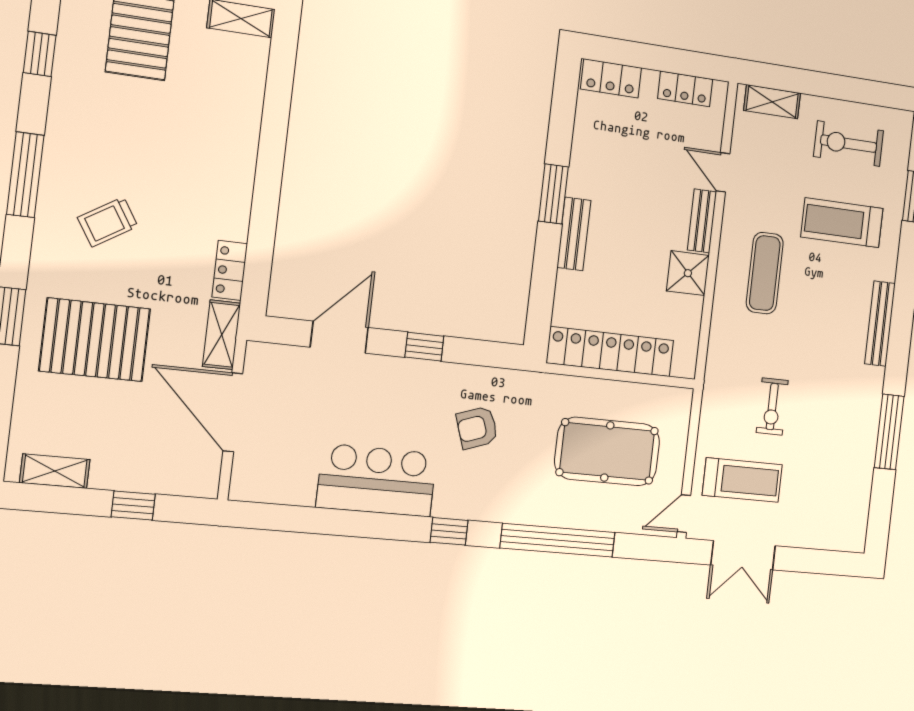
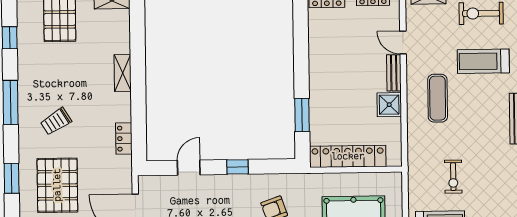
window: (553, 194) -> (302, 115), moved
bench: (574, 234) -> (317, 91), removed
shelving: (222, 335) -> (123, 73), moved
door: (339, 337) -> (189, 168), width x0.73
pallet: (95, 340) -> (57, 185), turned 90

